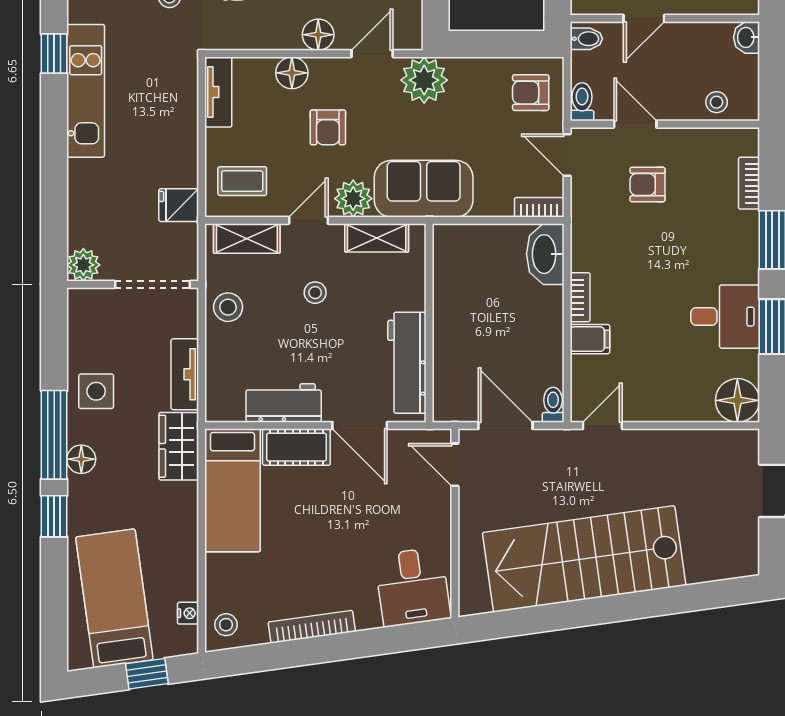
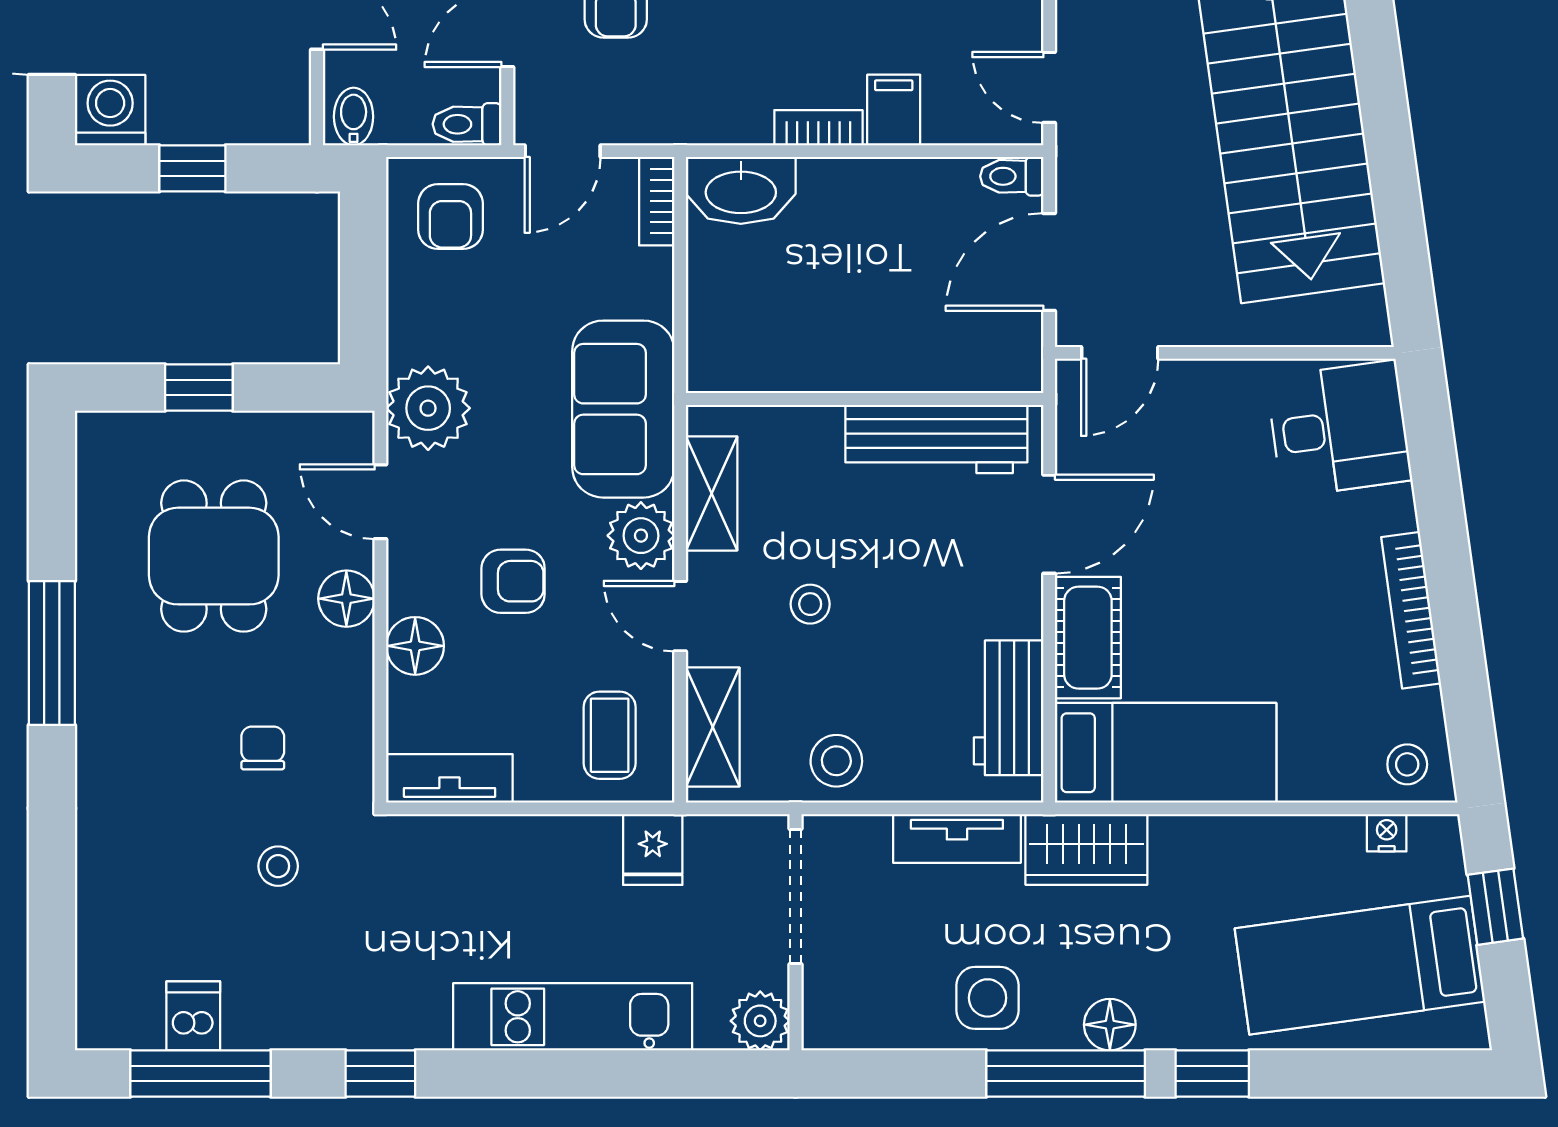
kitchen unit: (86, 91) -> (573, 1017), moved
workbench: (284, 403) -> (1009, 708), moved

